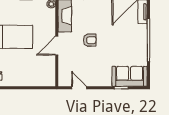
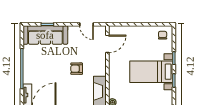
door: (57, 46) -> (107, 44), moved
sofa: (130, 76) -> (45, 35), width x1.36

